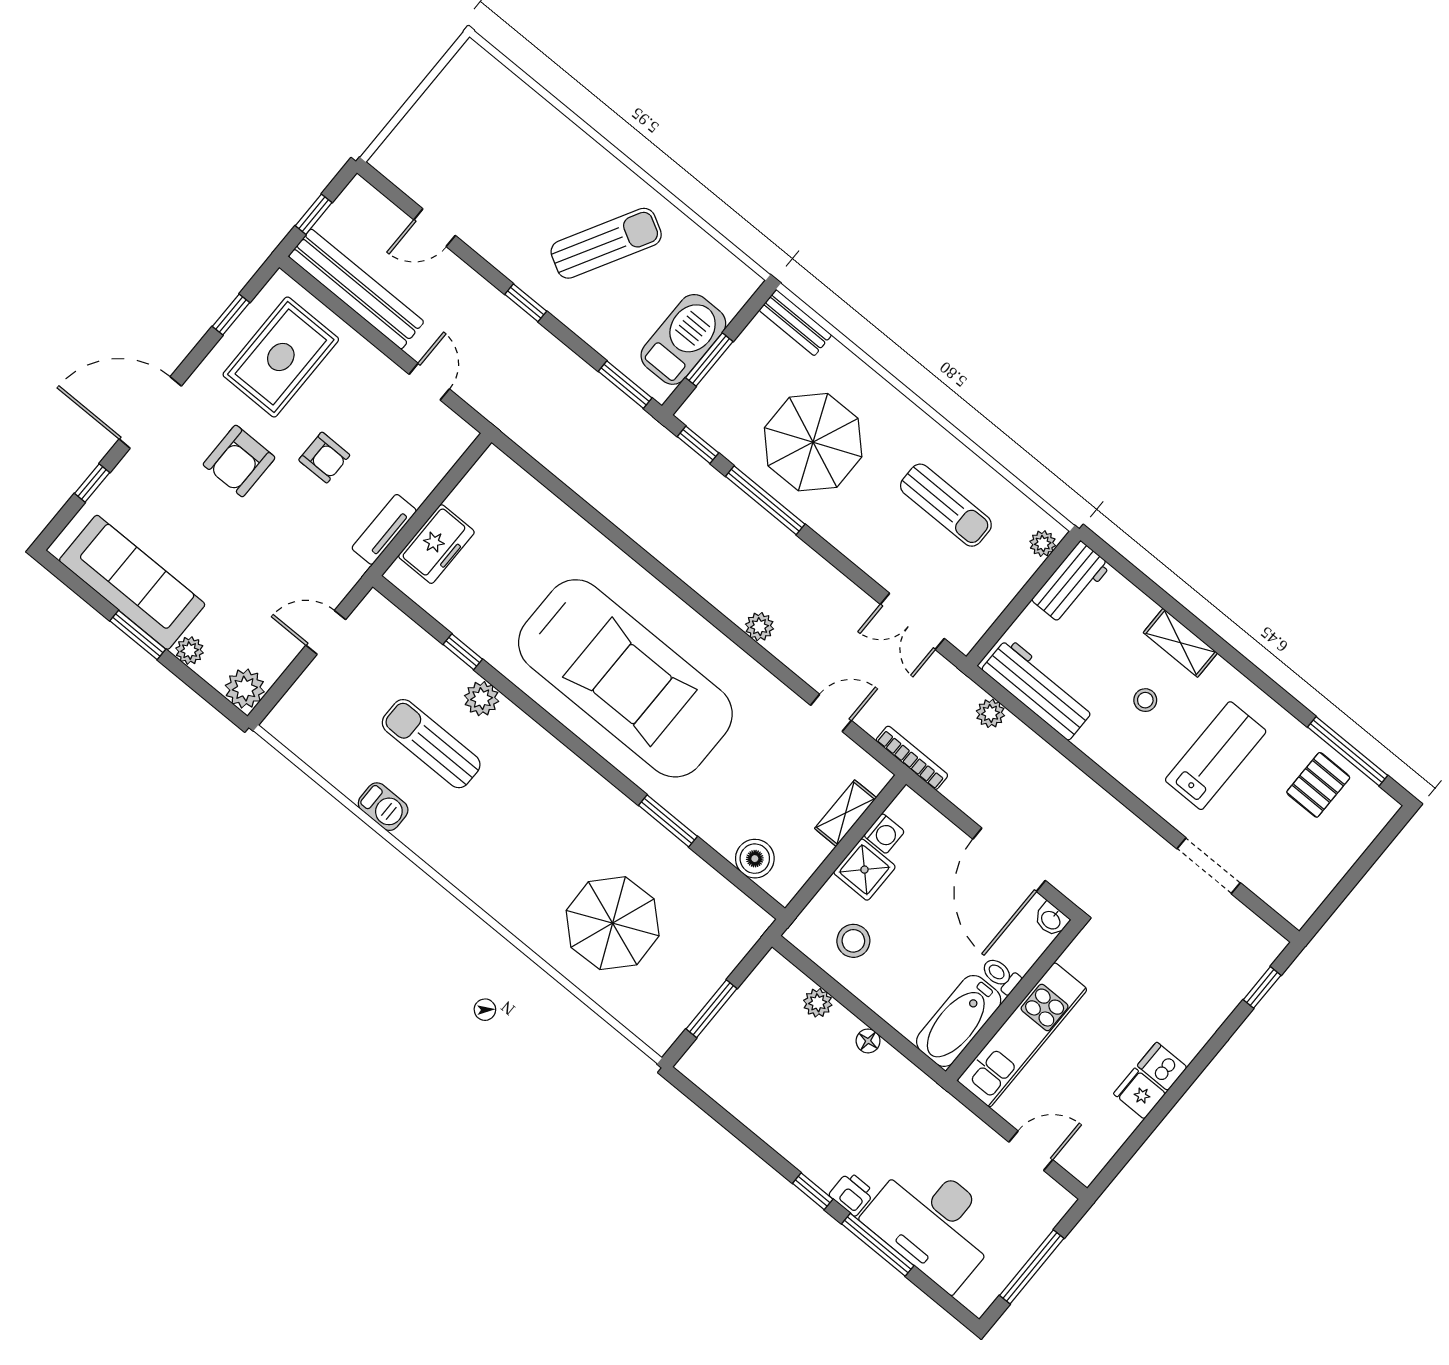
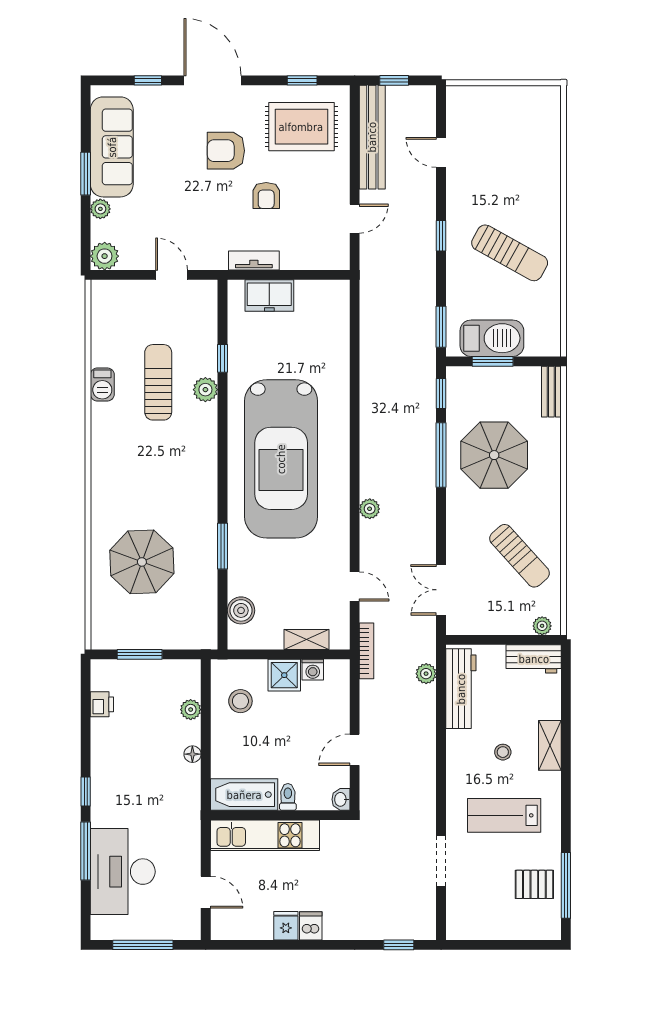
sun lounger: (946, 505) -> (520, 556), turned -42
lab bench: (1216, 756) -> (504, 815), turned 180
door: (1009, 860) -> (355, 750), width x0.53
printer: (852, 1194) -> (102, 704), moved

